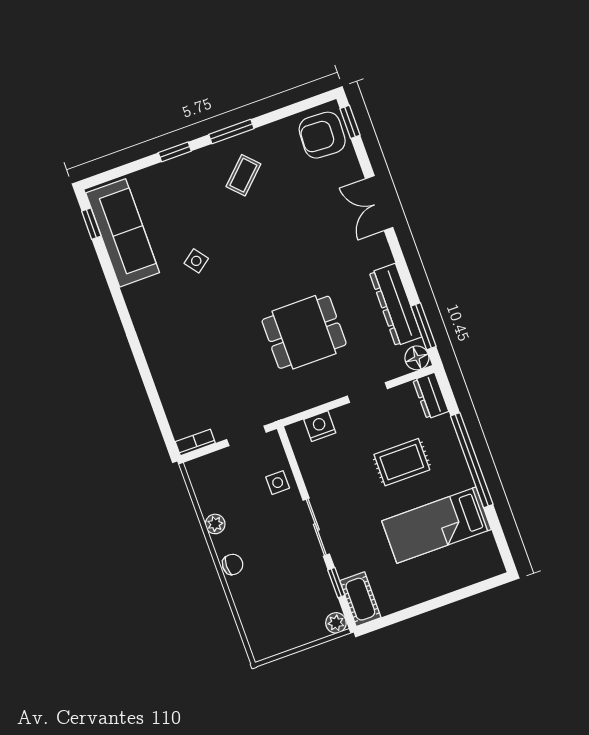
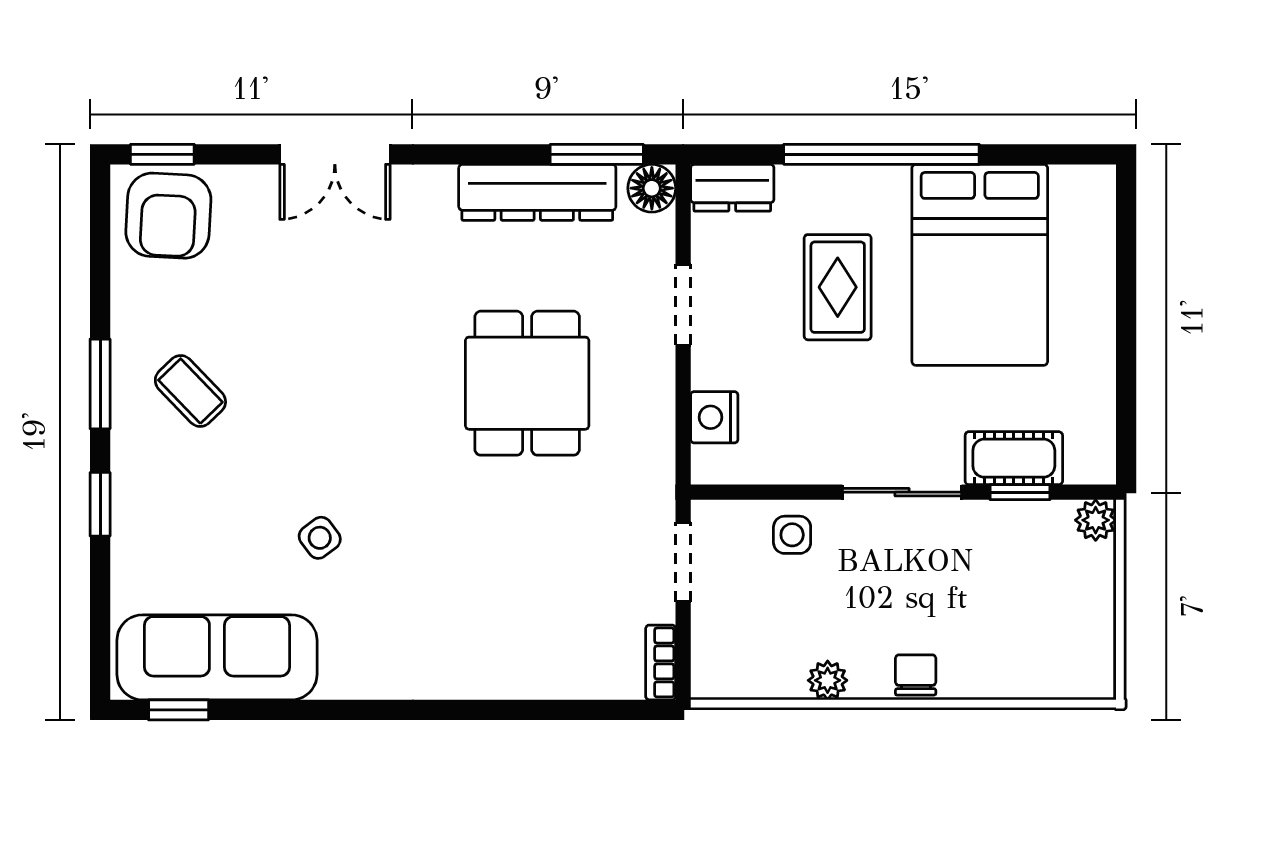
bed: (436, 525) -> (980, 265), width x1.50
cot: (360, 599) -> (1014, 458), moved

